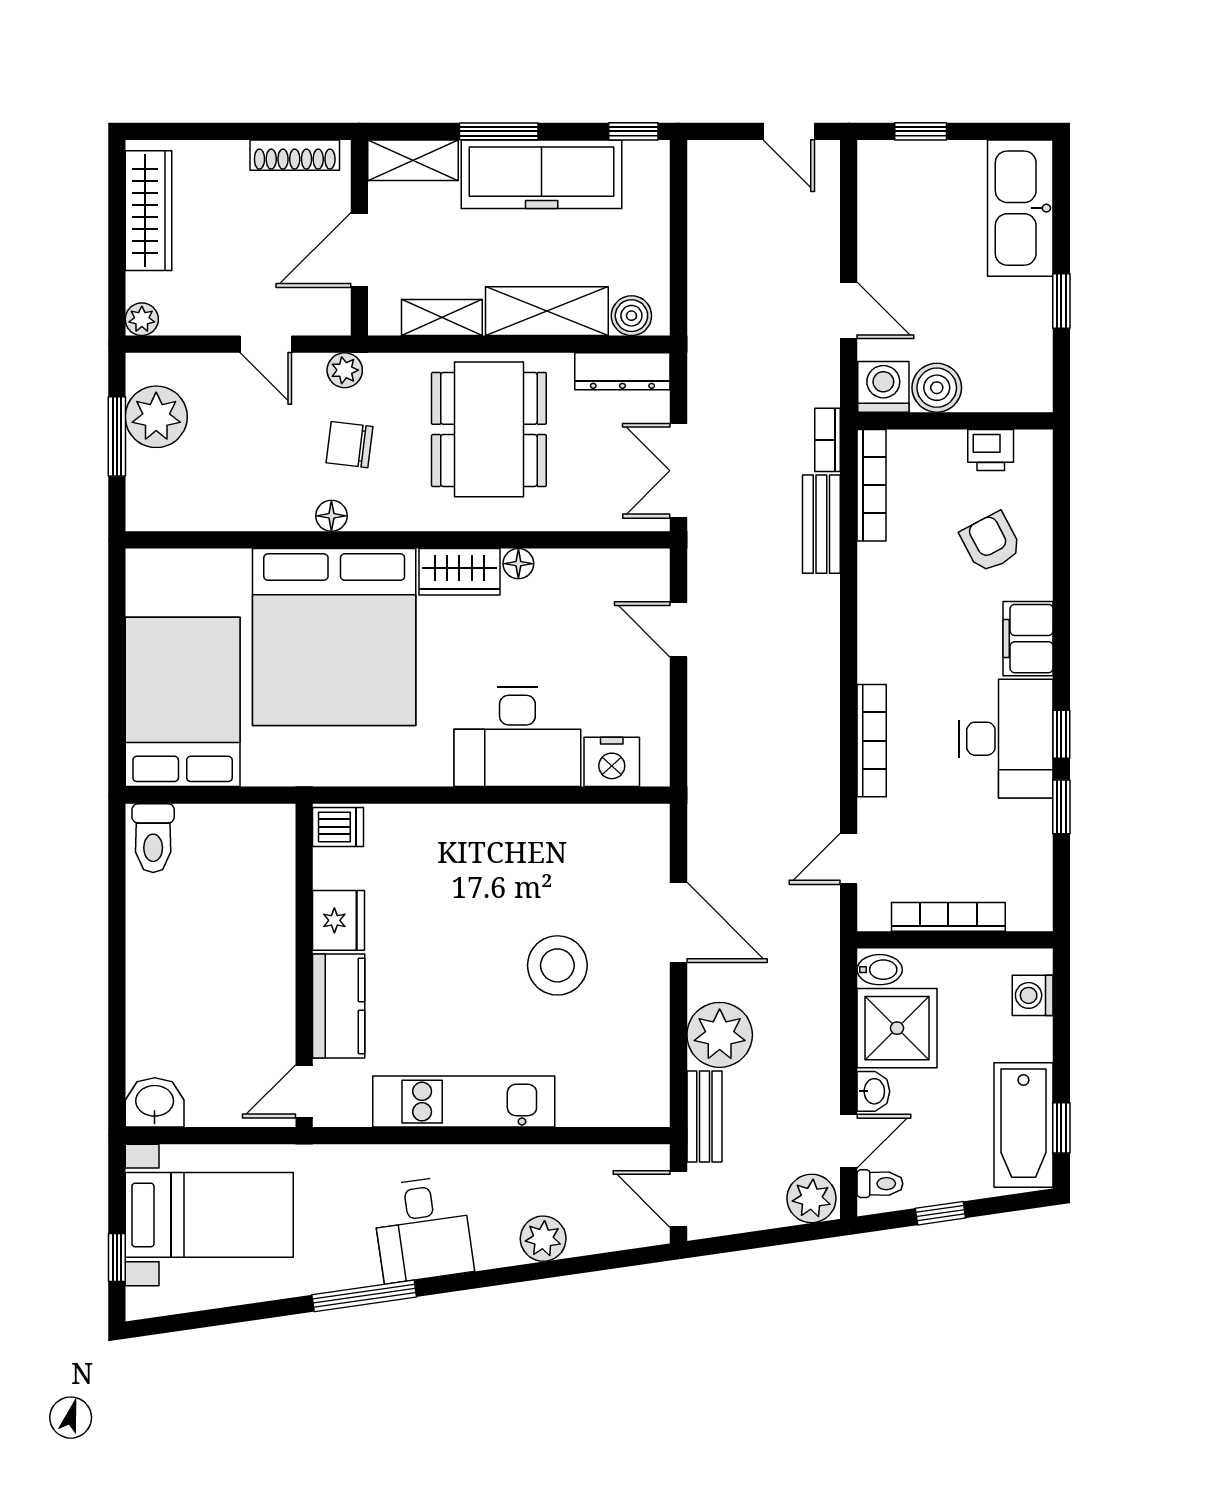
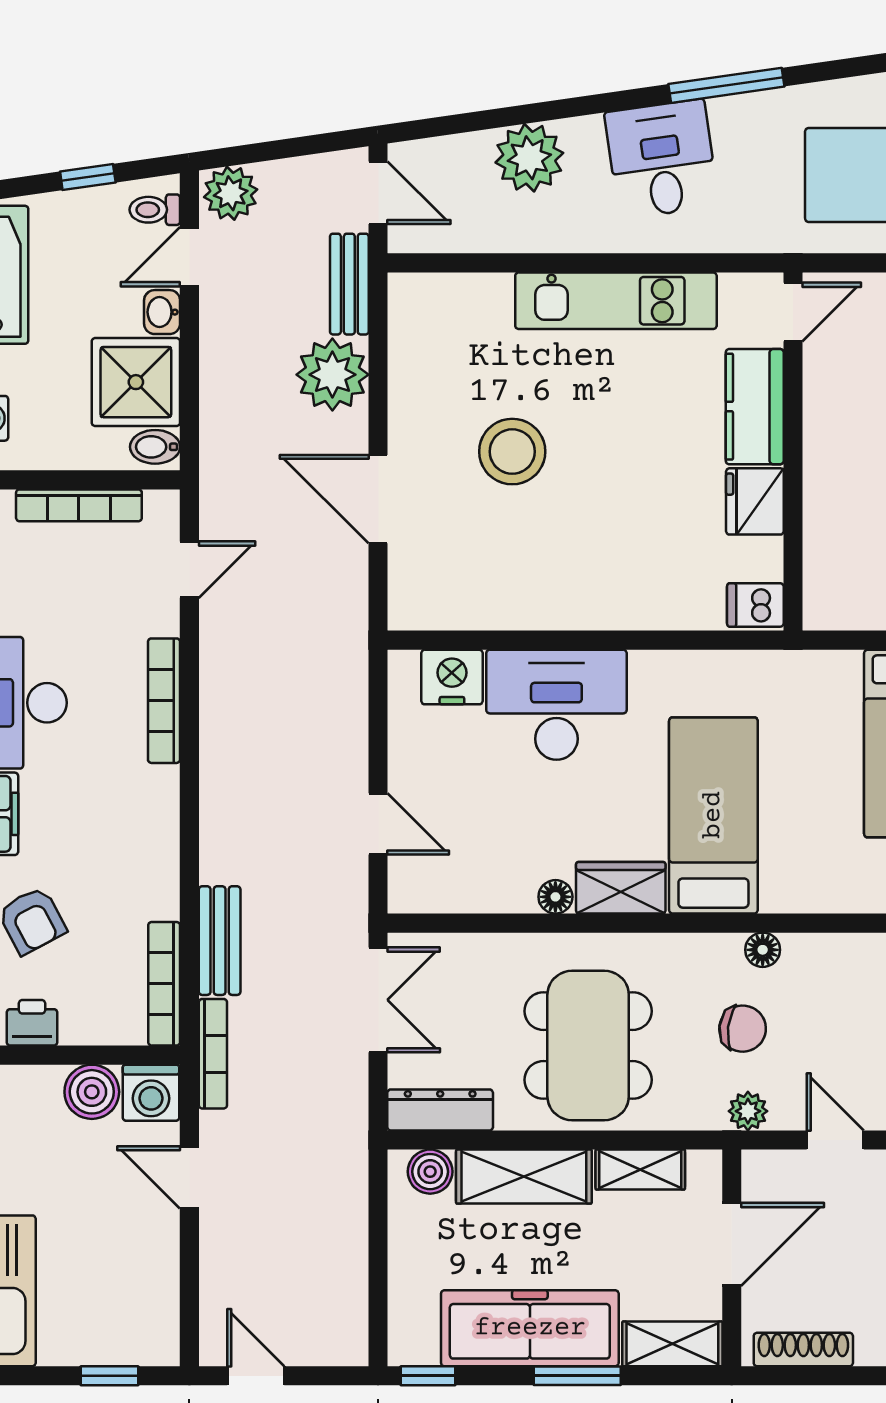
bookcase: (827, 440) -> (213, 1054), width x1.56
bed: (334, 637) -> (713, 815), width x0.49
plant: (543, 1239) -> (529, 158), width x1.36, depth x1.36

